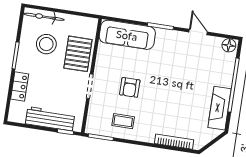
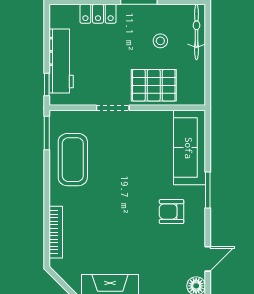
door: (198, 32) -> (208, 259), moved
stool: (46, 44) -> (160, 41), width x0.53, depth x0.53
armchair: (130, 87) -> (172, 212), moved
coffee table: (123, 121) -> (73, 160), width x1.86, depth x1.72

